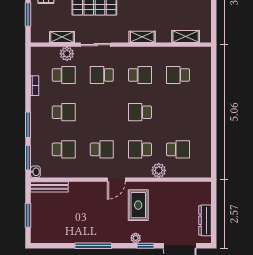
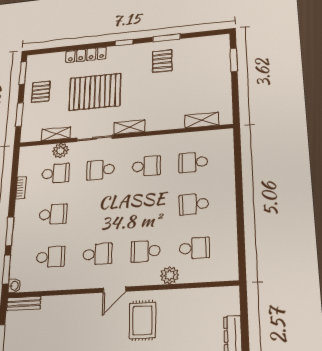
shelving: (142, 37) -> (129, 127), moved
school desk: (140, 112) -> (194, 204), moved
bench: (49, 187) -> (24, 303), width x0.73

